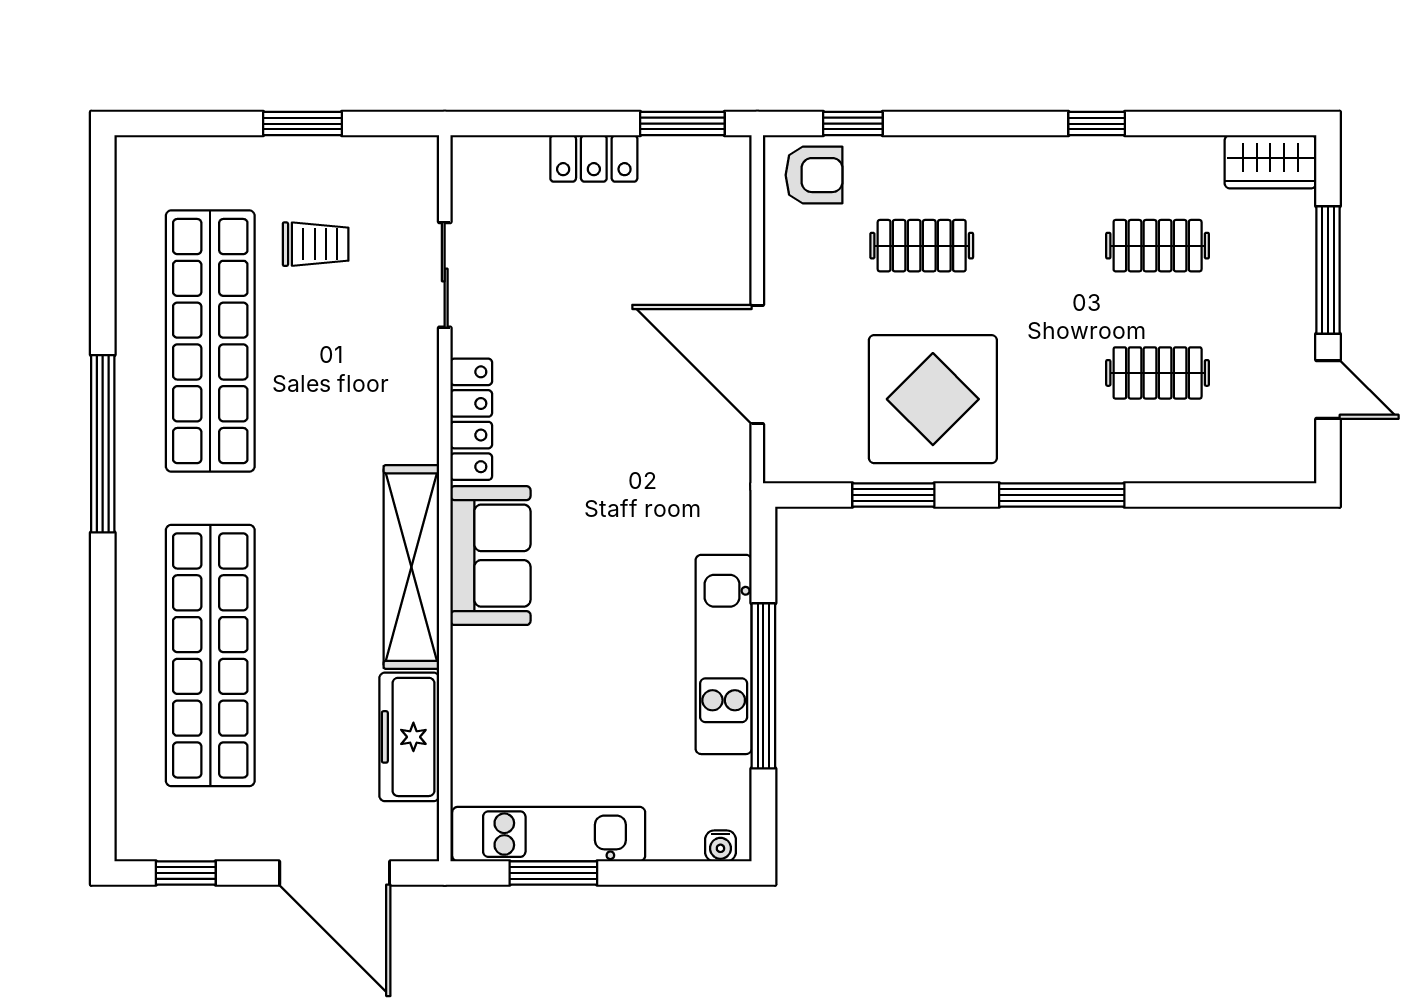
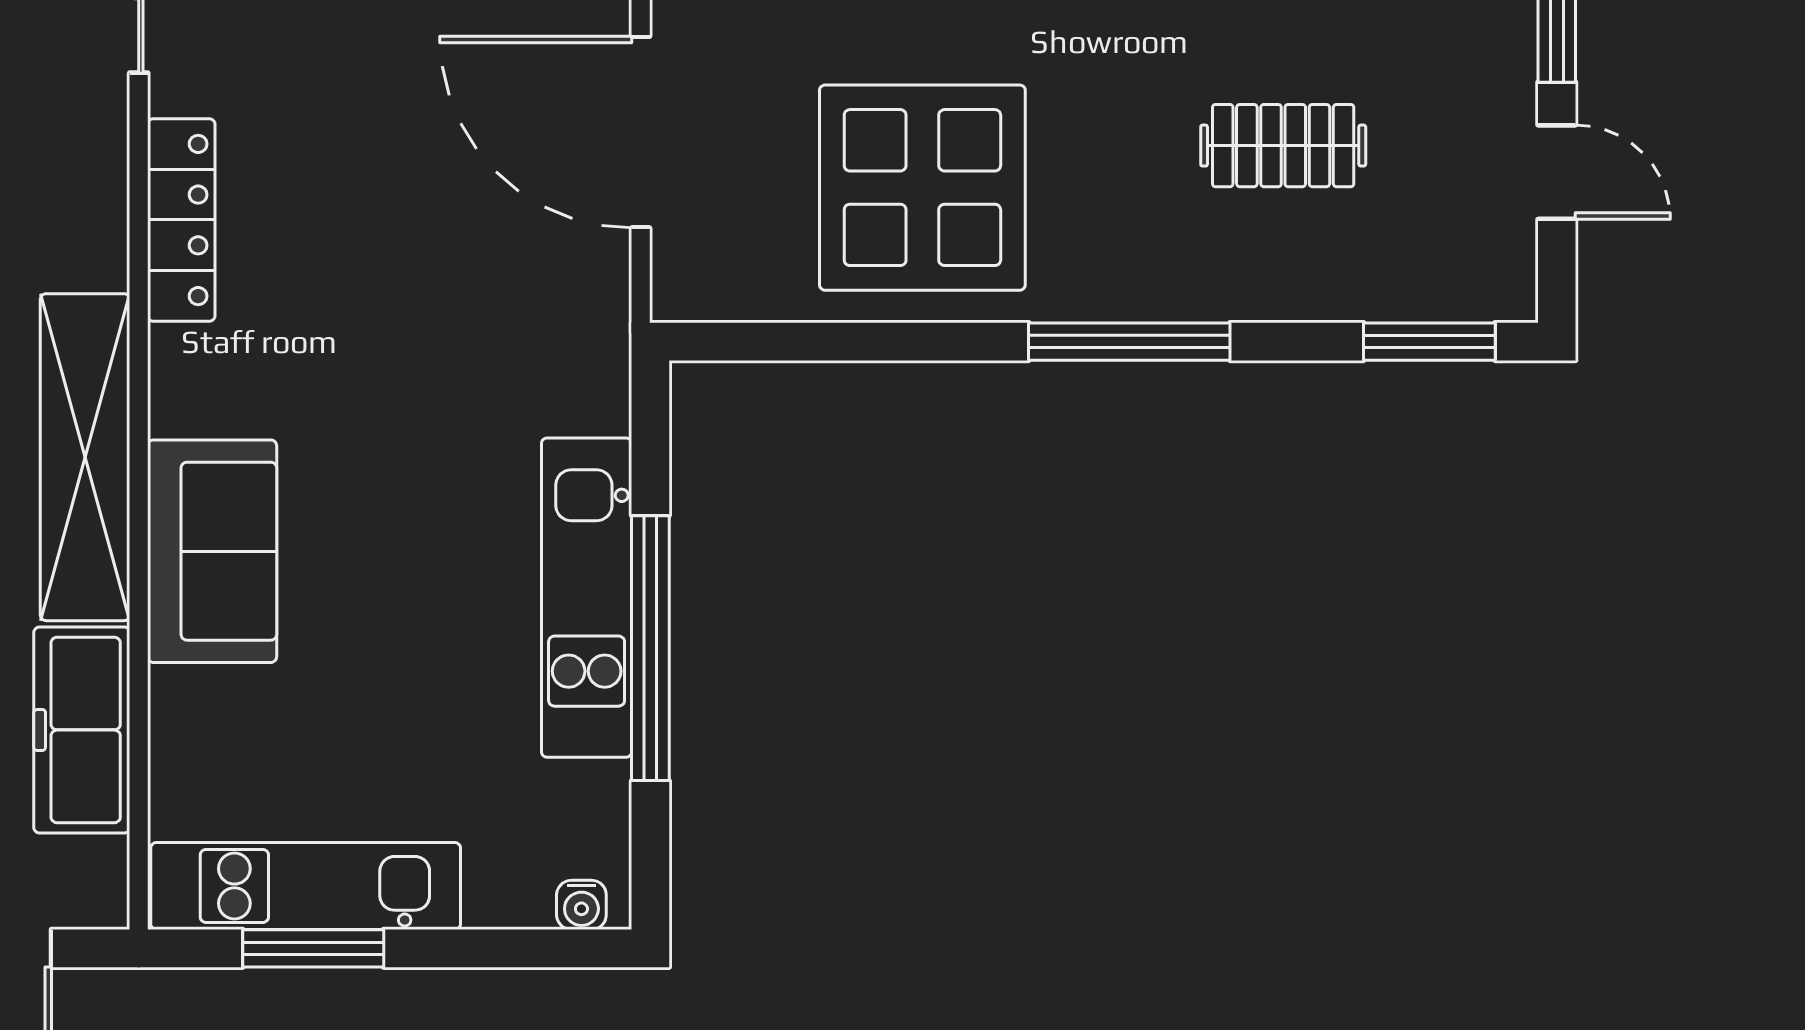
window: (893, 495) -> (1429, 342), moved
sofa: (490, 556) -> (212, 551), moved

